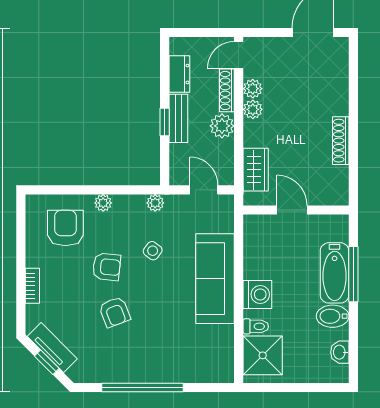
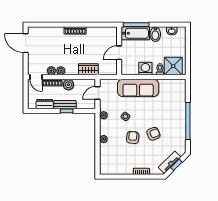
door: (292, 210) -> (119, 53), moved
wall: (296, 210) -> (119, 51), moved
armchair: (65, 228) -> (115, 156), removed

